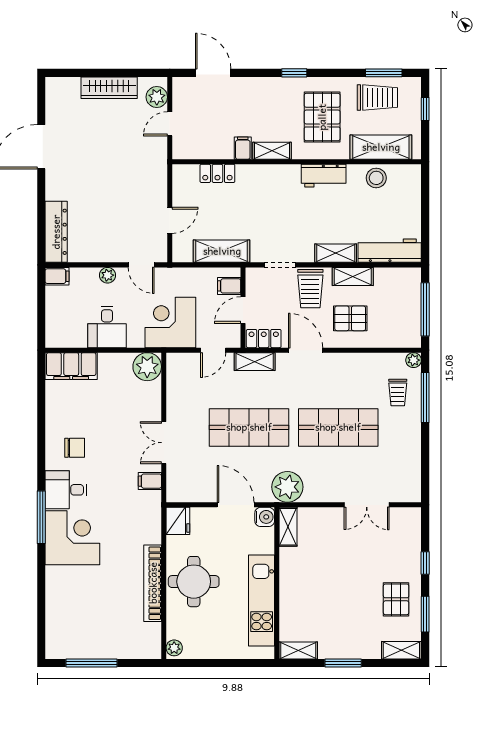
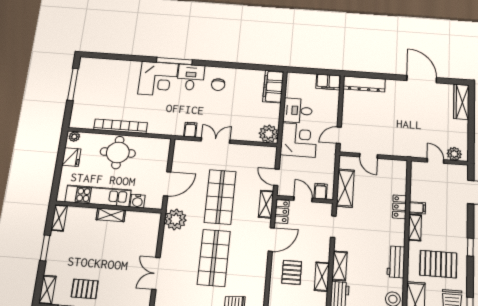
wardrobe: (109, 88) -> (461, 102), moved
locker: (217, 173) -> (399, 207), moved
plant: (108, 275) -> (333, 114), removed
filing cabinet: (57, 276) -> (328, 82), width x2.00
trolley: (310, 289) -> (315, 246), removed
corner desk: (170, 322) -> (299, 140), moved
water cooler: (265, 517) -> (137, 201), moved
fridge: (178, 521) -> (71, 157), moved, turned -90
shelving: (288, 527) -> (111, 215), moved

